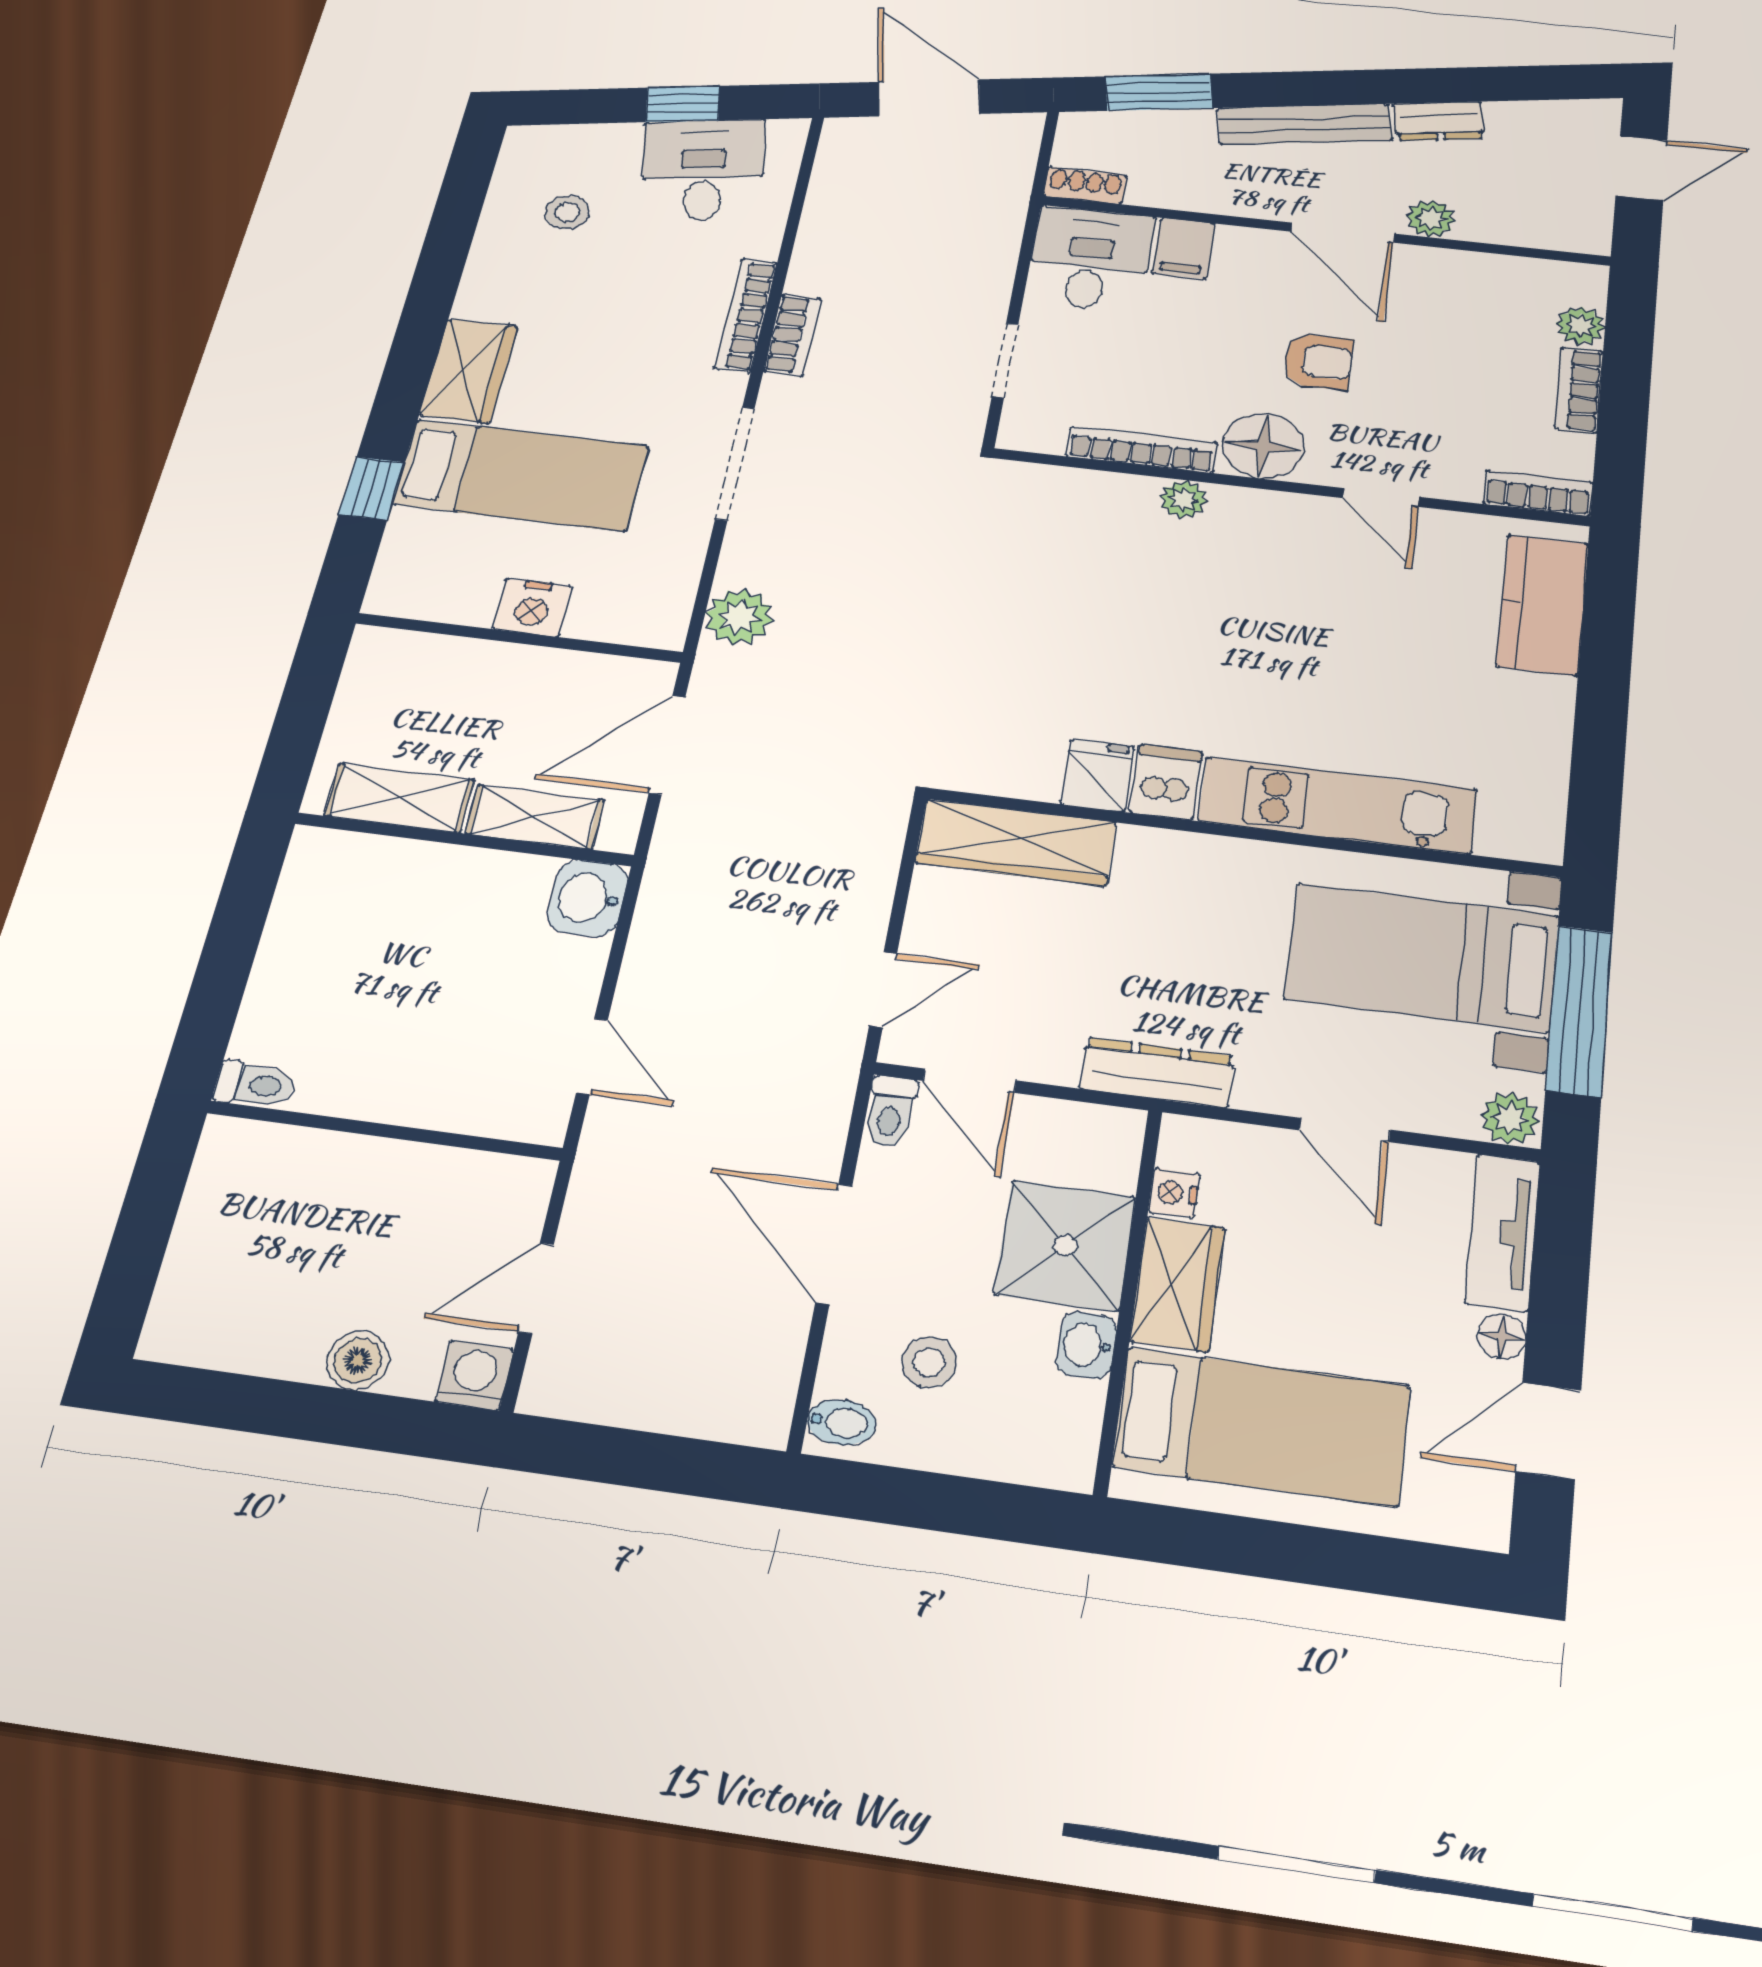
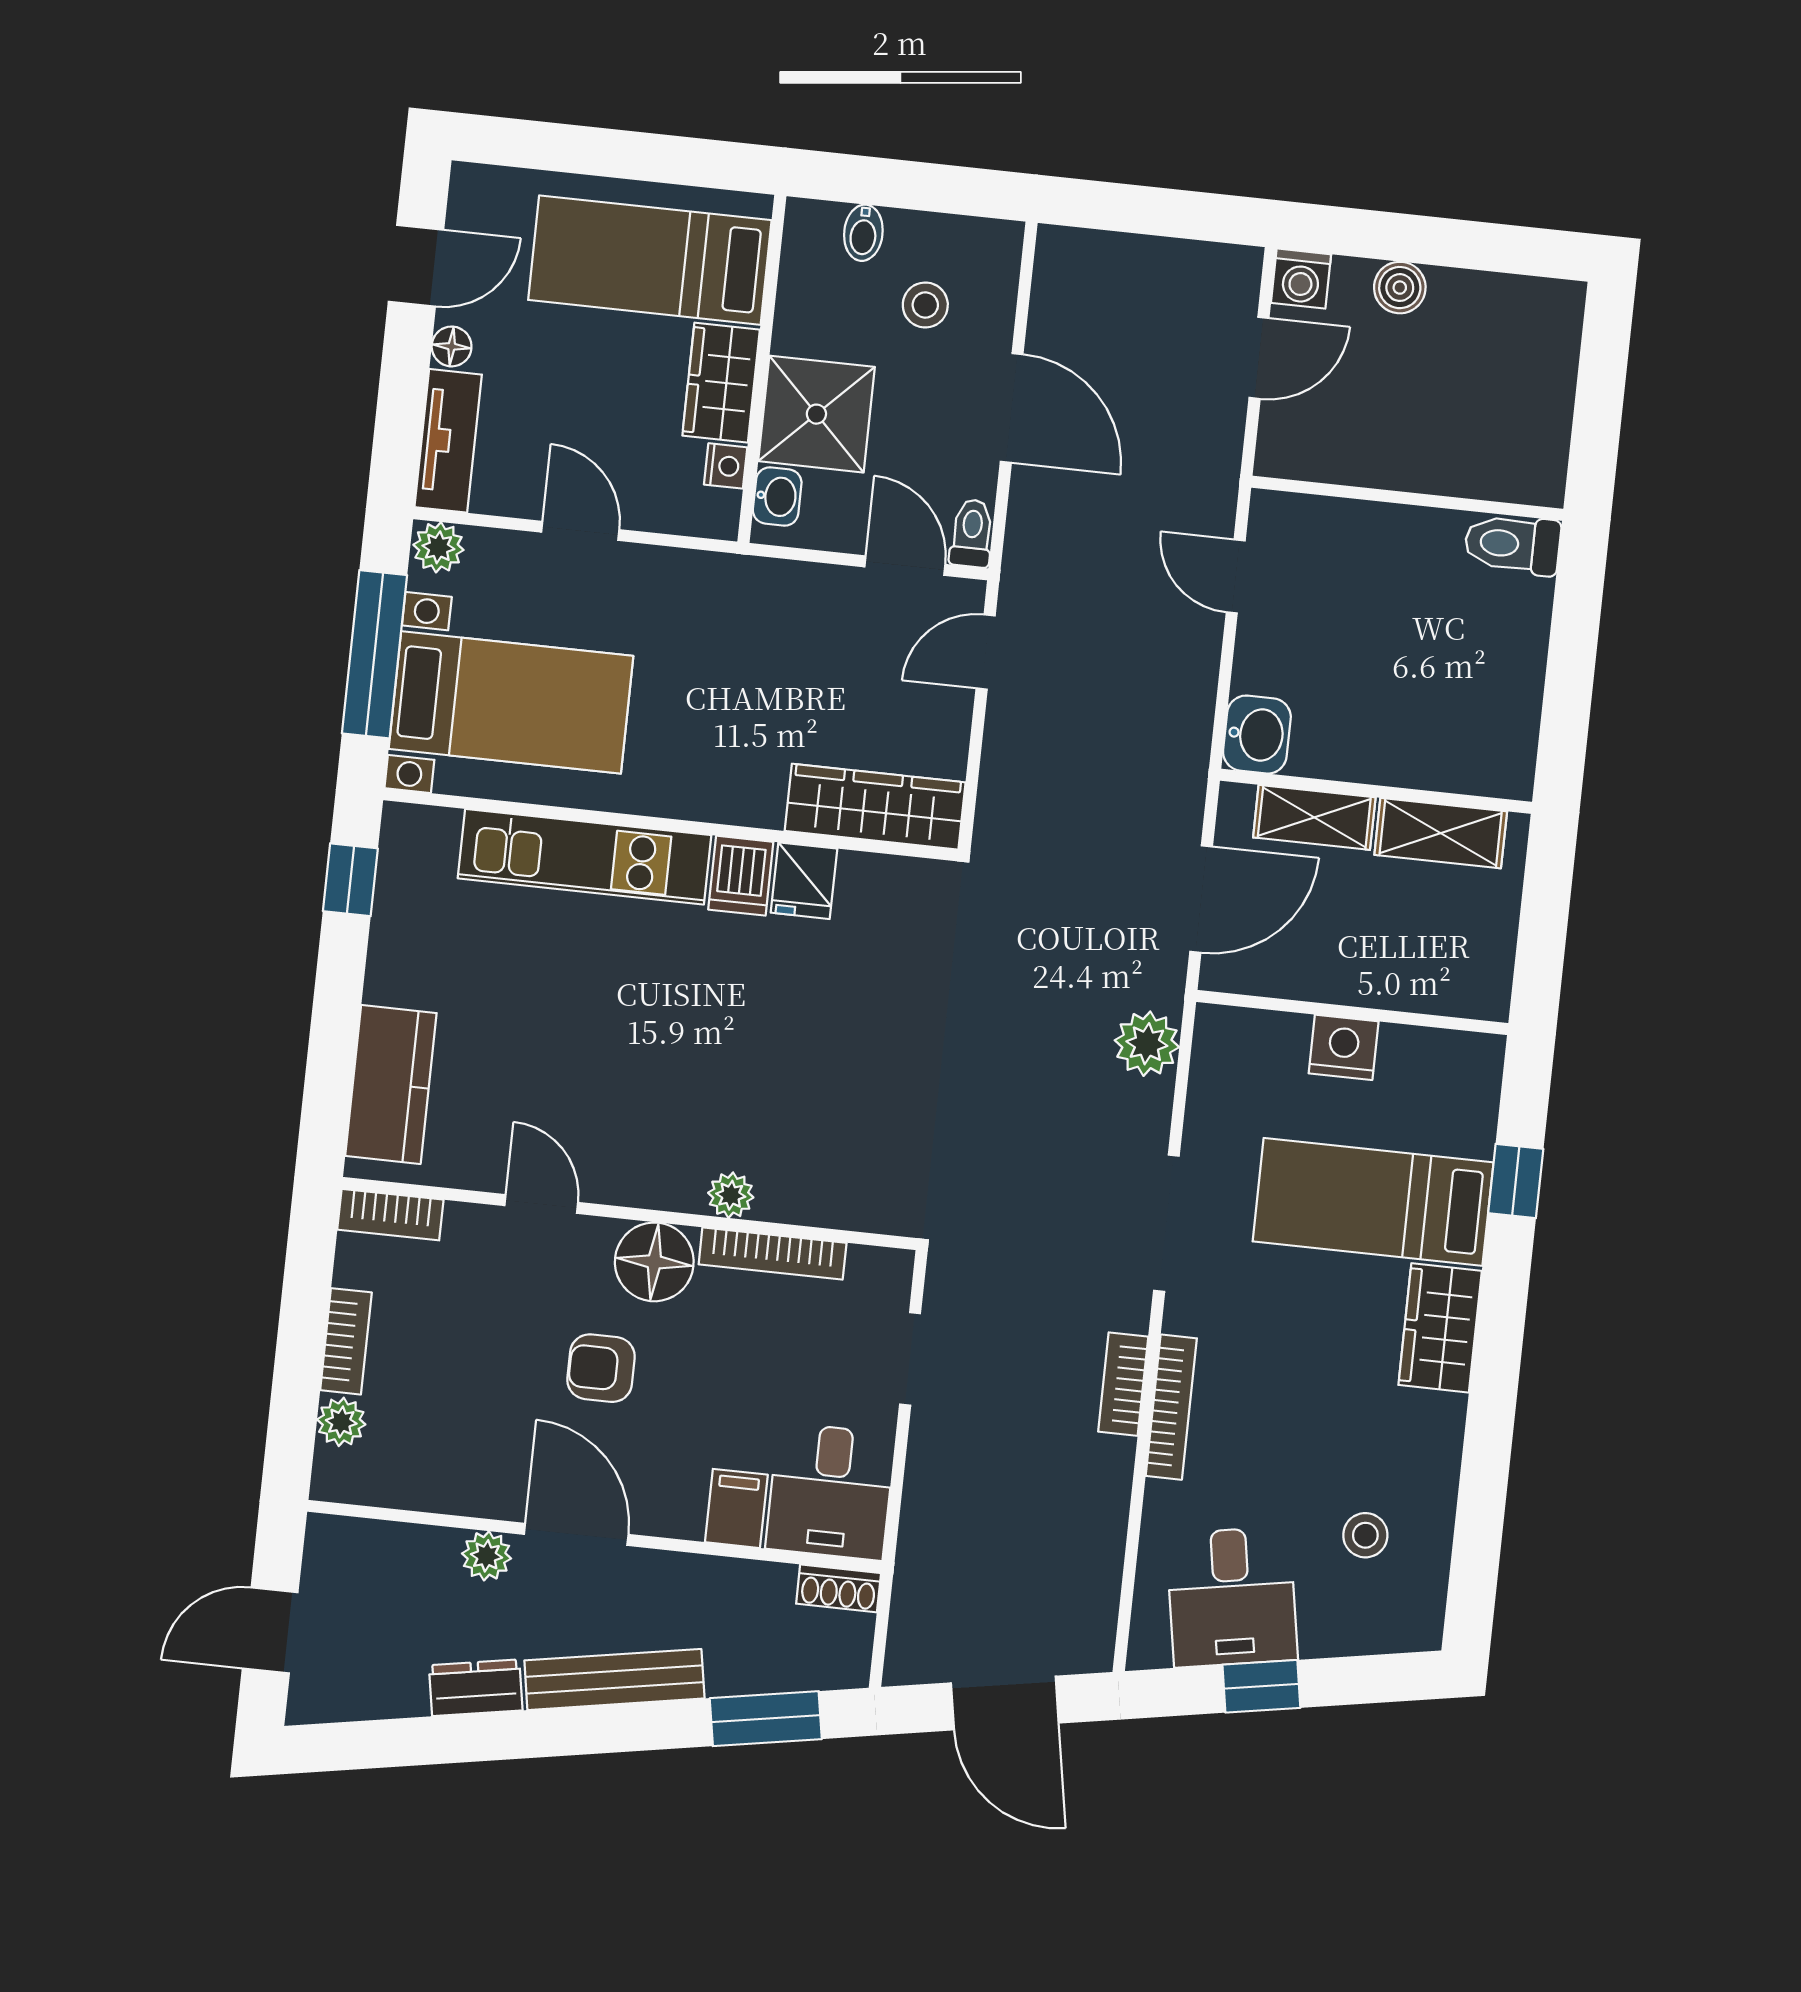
window: (1596, 792) -> (350, 880), added
dresser: (1157, 1072) -> (743, 580), removed
toilet: (255, 1085) -> (1512, 544), width x1.37, depth x1.39
washbasin: (1086, 1345) -> (777, 497), moved
bidet: (841, 1422) -> (863, 233), moved, turned -90

